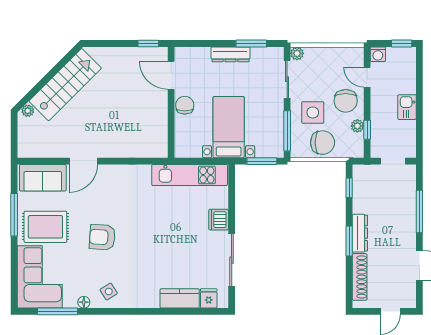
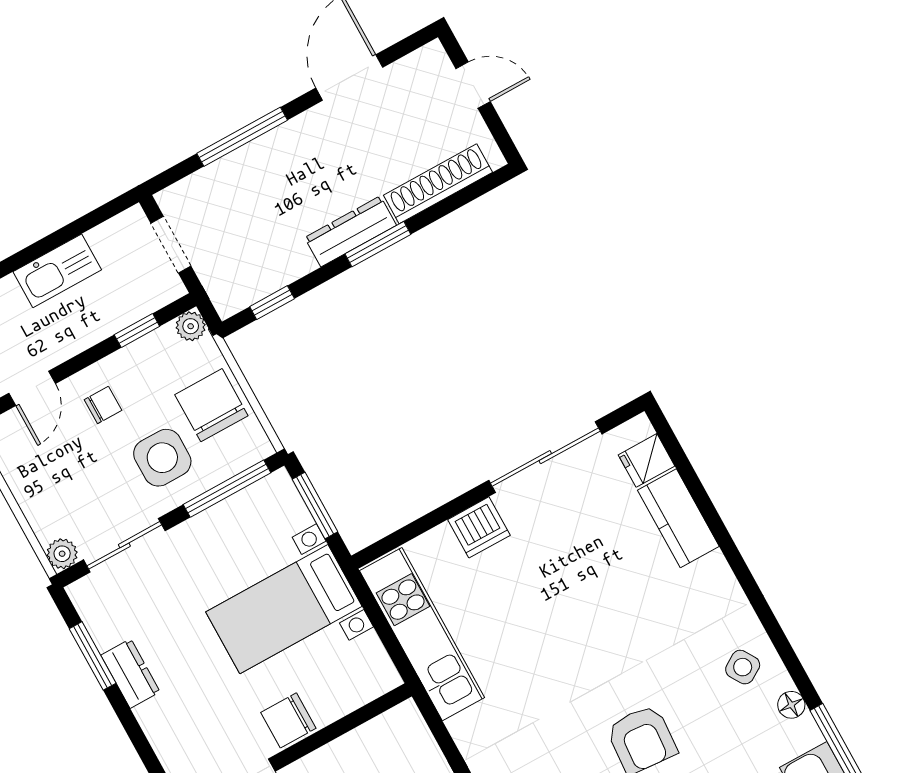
dresser: (230, 54) -> (130, 674), width x0.70
chair: (346, 101) -> (103, 405), width x0.54, depth x0.54
kitchen sink: (407, 107) -> (57, 271), width x1.38
plant: (357, 126) -> (191, 326), moved

